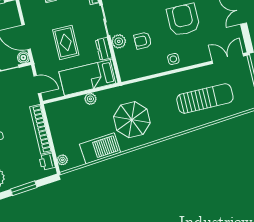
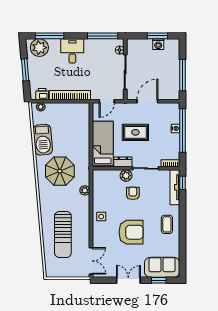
armchair: (143, 41) -> (133, 193), moved
boiler: (23, 58) -> (131, 95), removed
plant: (90, 99) -> (85, 190), moved

